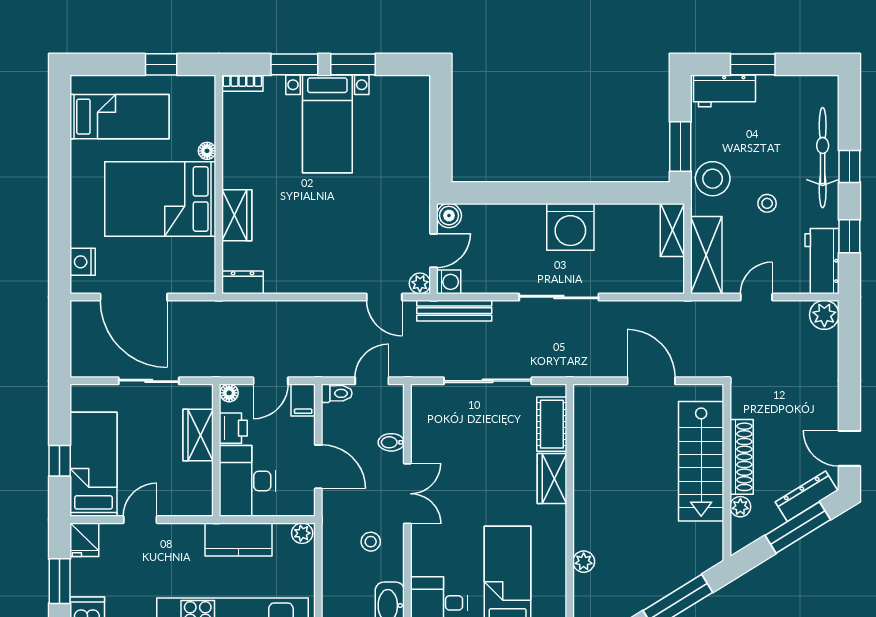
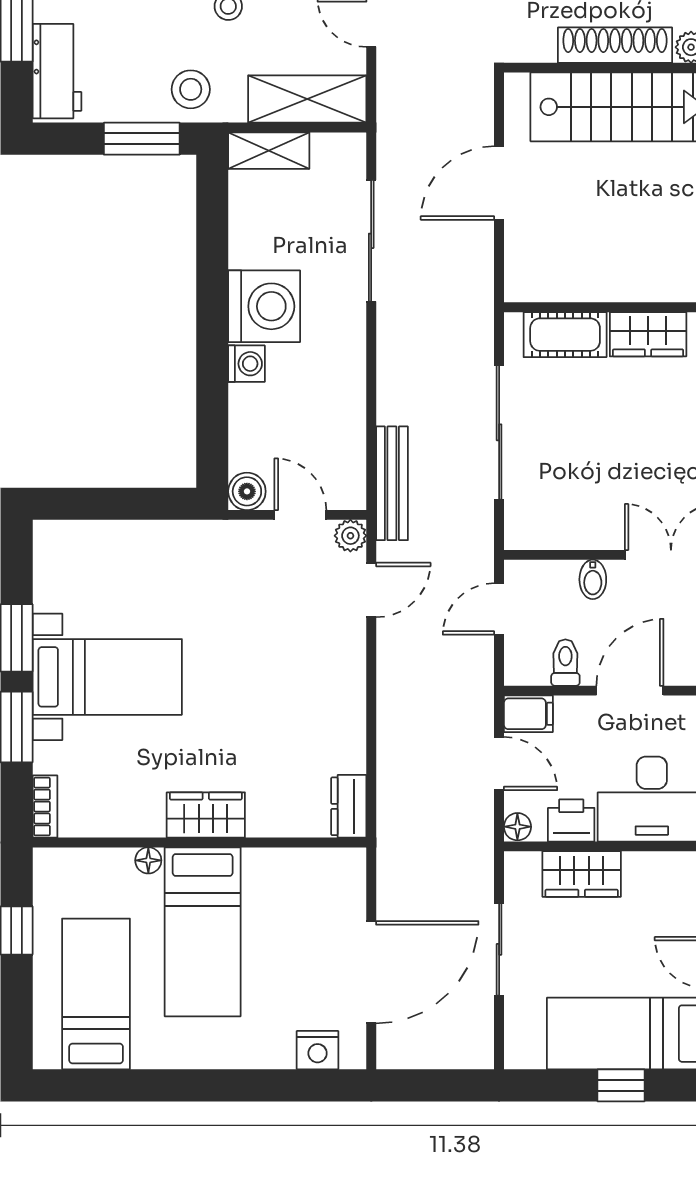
stool: (713, 179) -> (191, 89), width x0.73, depth x0.73
bed: (160, 199) -> (203, 932), width x0.67
wardrobe: (237, 215) -> (206, 815), moved
washing machine: (449, 282) -> (247, 364), moved, turned 90
sliding door: (559, 297) -> (371, 241), moved
door: (372, 381) -> (499, 609), hinge flipped
toilet: (337, 393) -> (565, 663), moved

